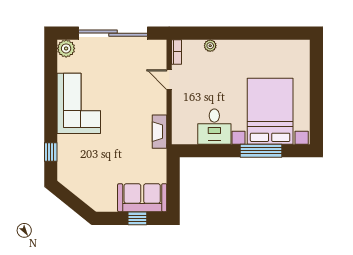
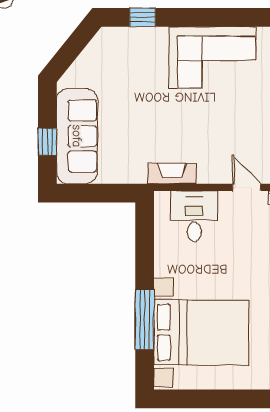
door: (169, 80) -> (247, 187), hinge flipped
desk: (214, 127) -> (194, 216), moved, turned 90
sofa: (142, 198) -> (77, 136), width x1.36

